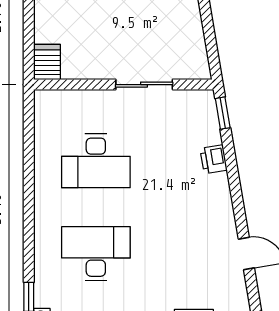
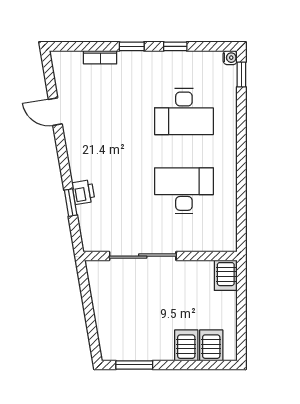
sliding door: (144, 85) -> (143, 256), width x1.37
window: (223, 113) -> (71, 203), moved

